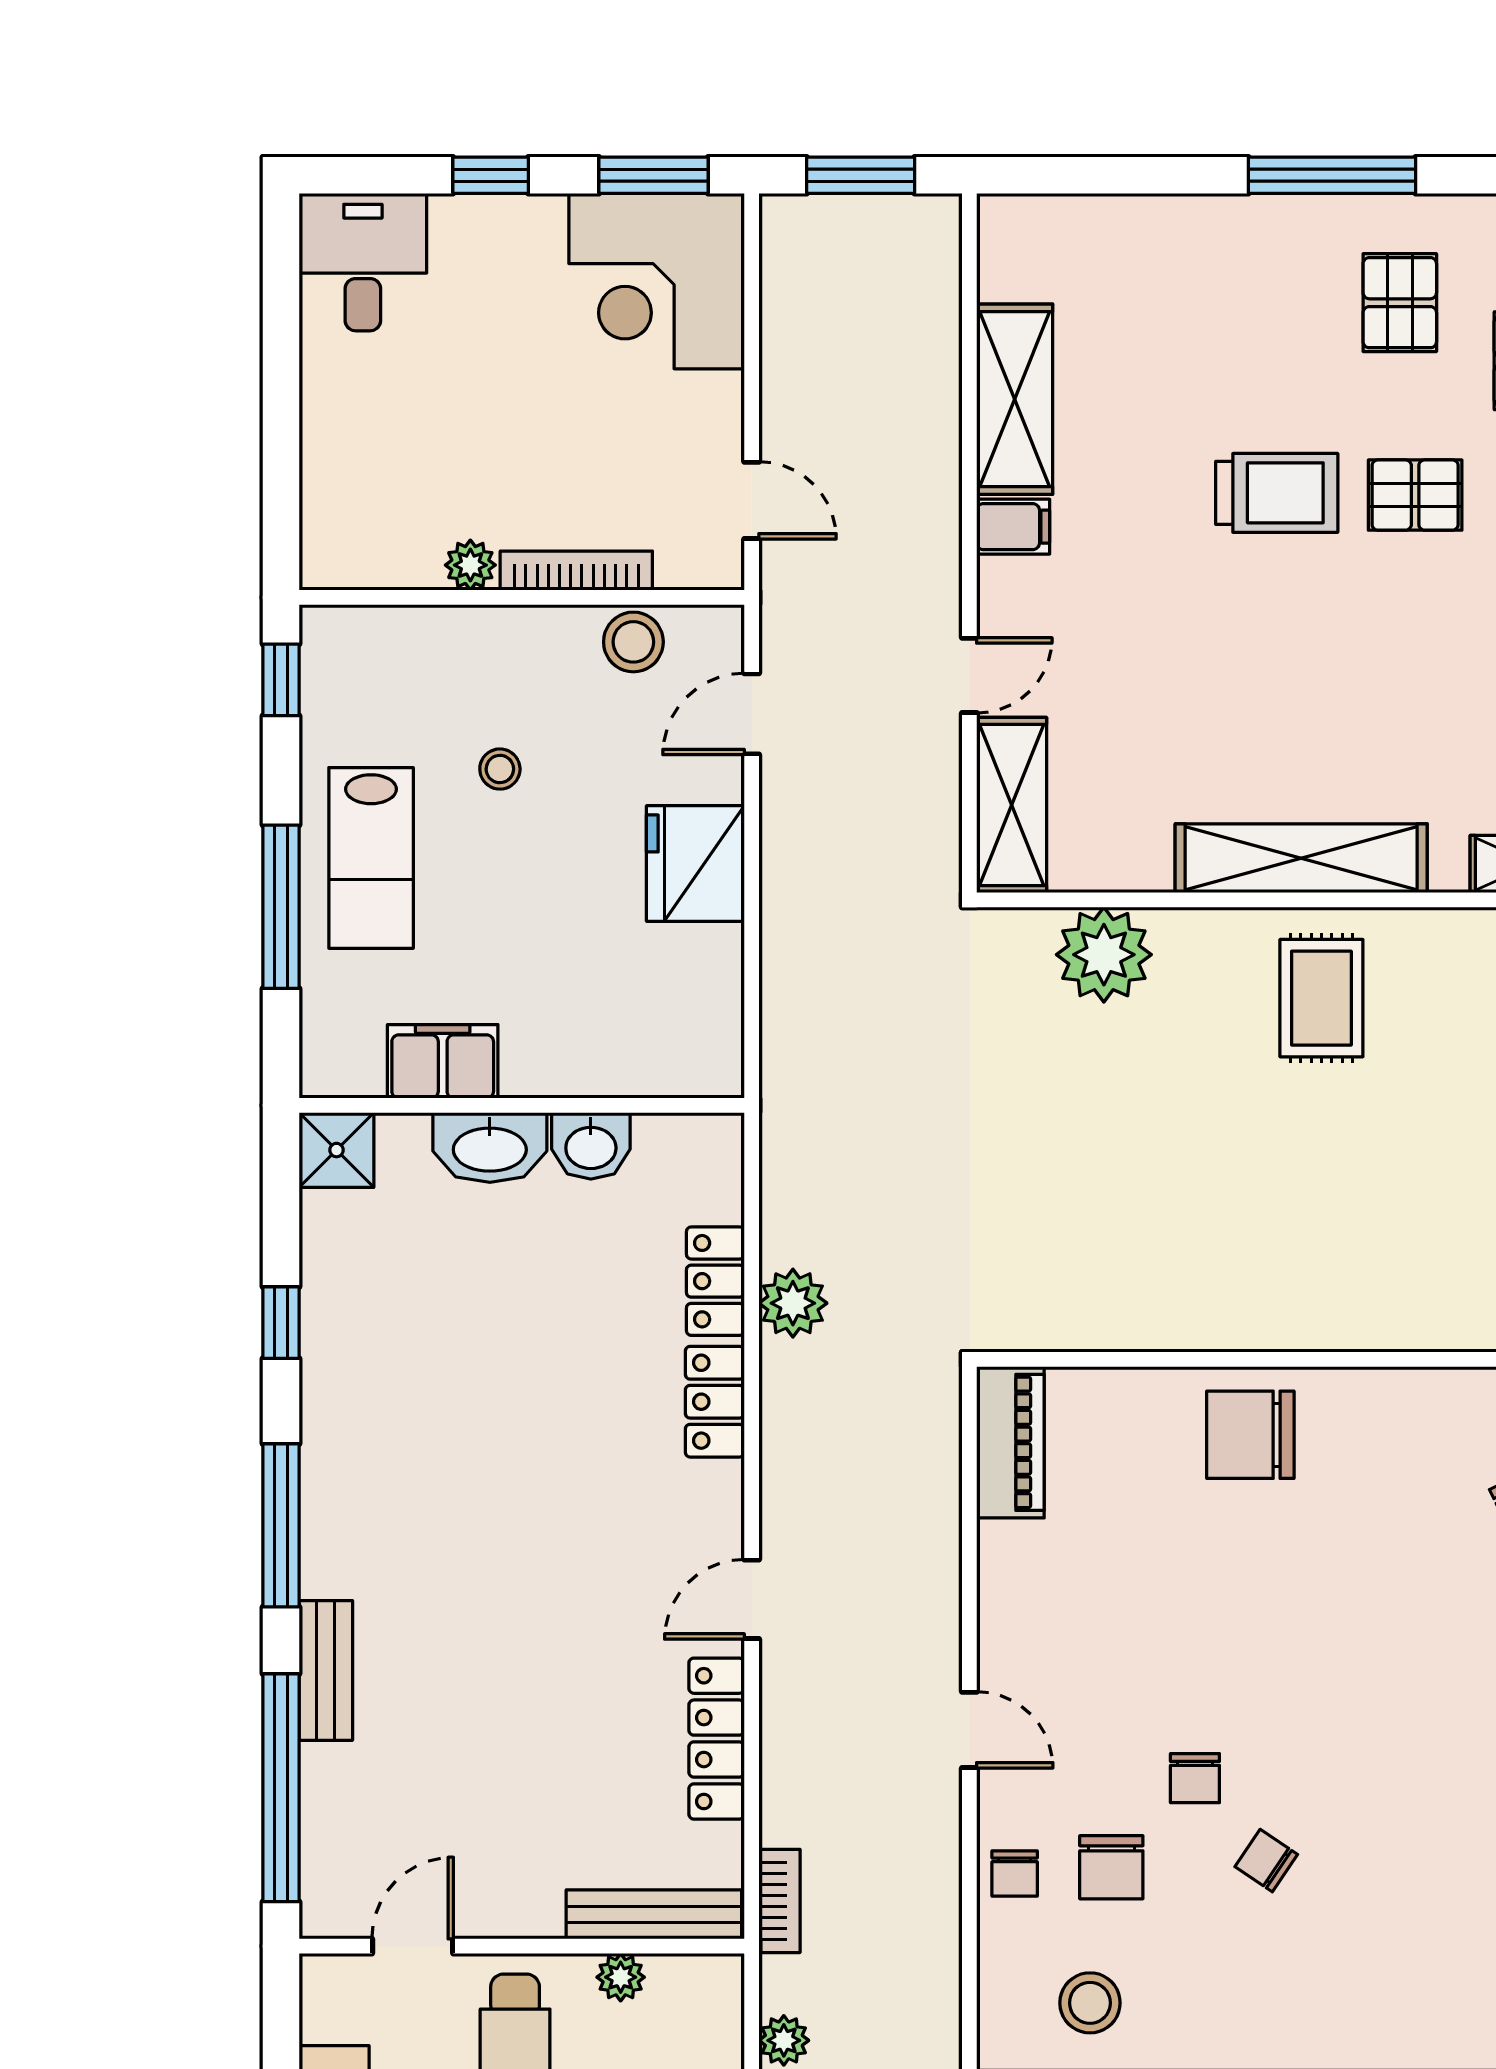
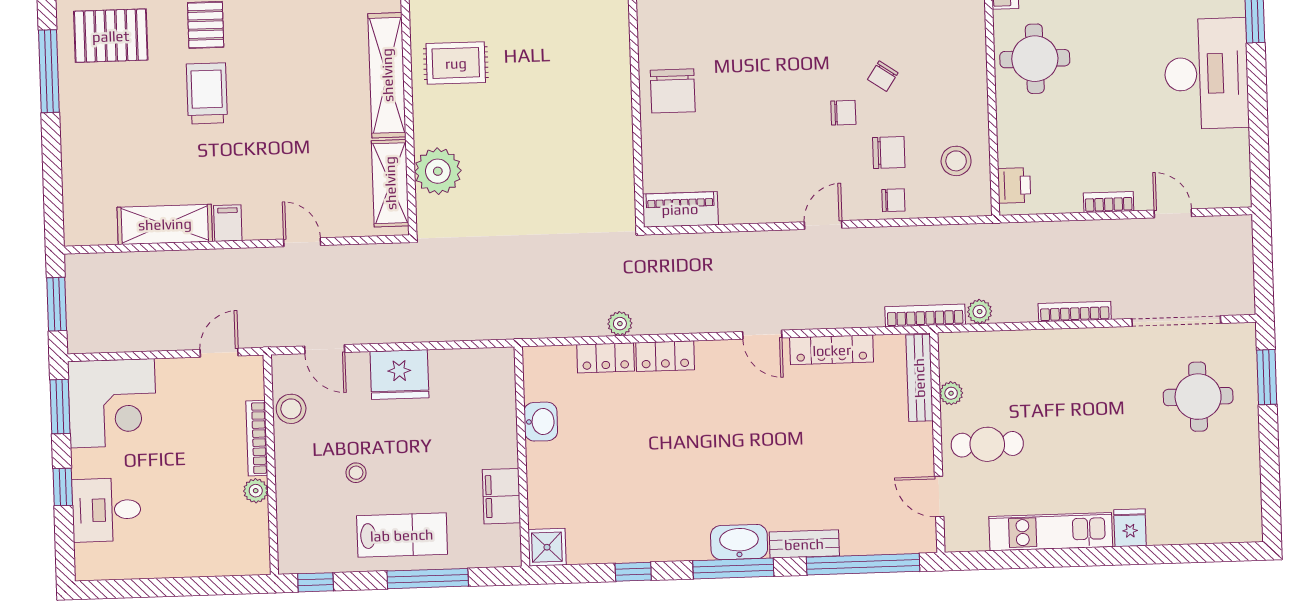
desk: (363, 262) -> (106, 510), moved
pallet: (1400, 303) -> (111, 36), width x1.50, depth x1.42
shelving: (1012, 805) -> (390, 183), moved, turned 90
washbasin: (490, 1148) -> (739, 542), moved, turned -90
plant: (793, 1303) -> (620, 324), width x0.73, depth x0.73
bookcase: (779, 1901) -> (925, 316), width x1.56

